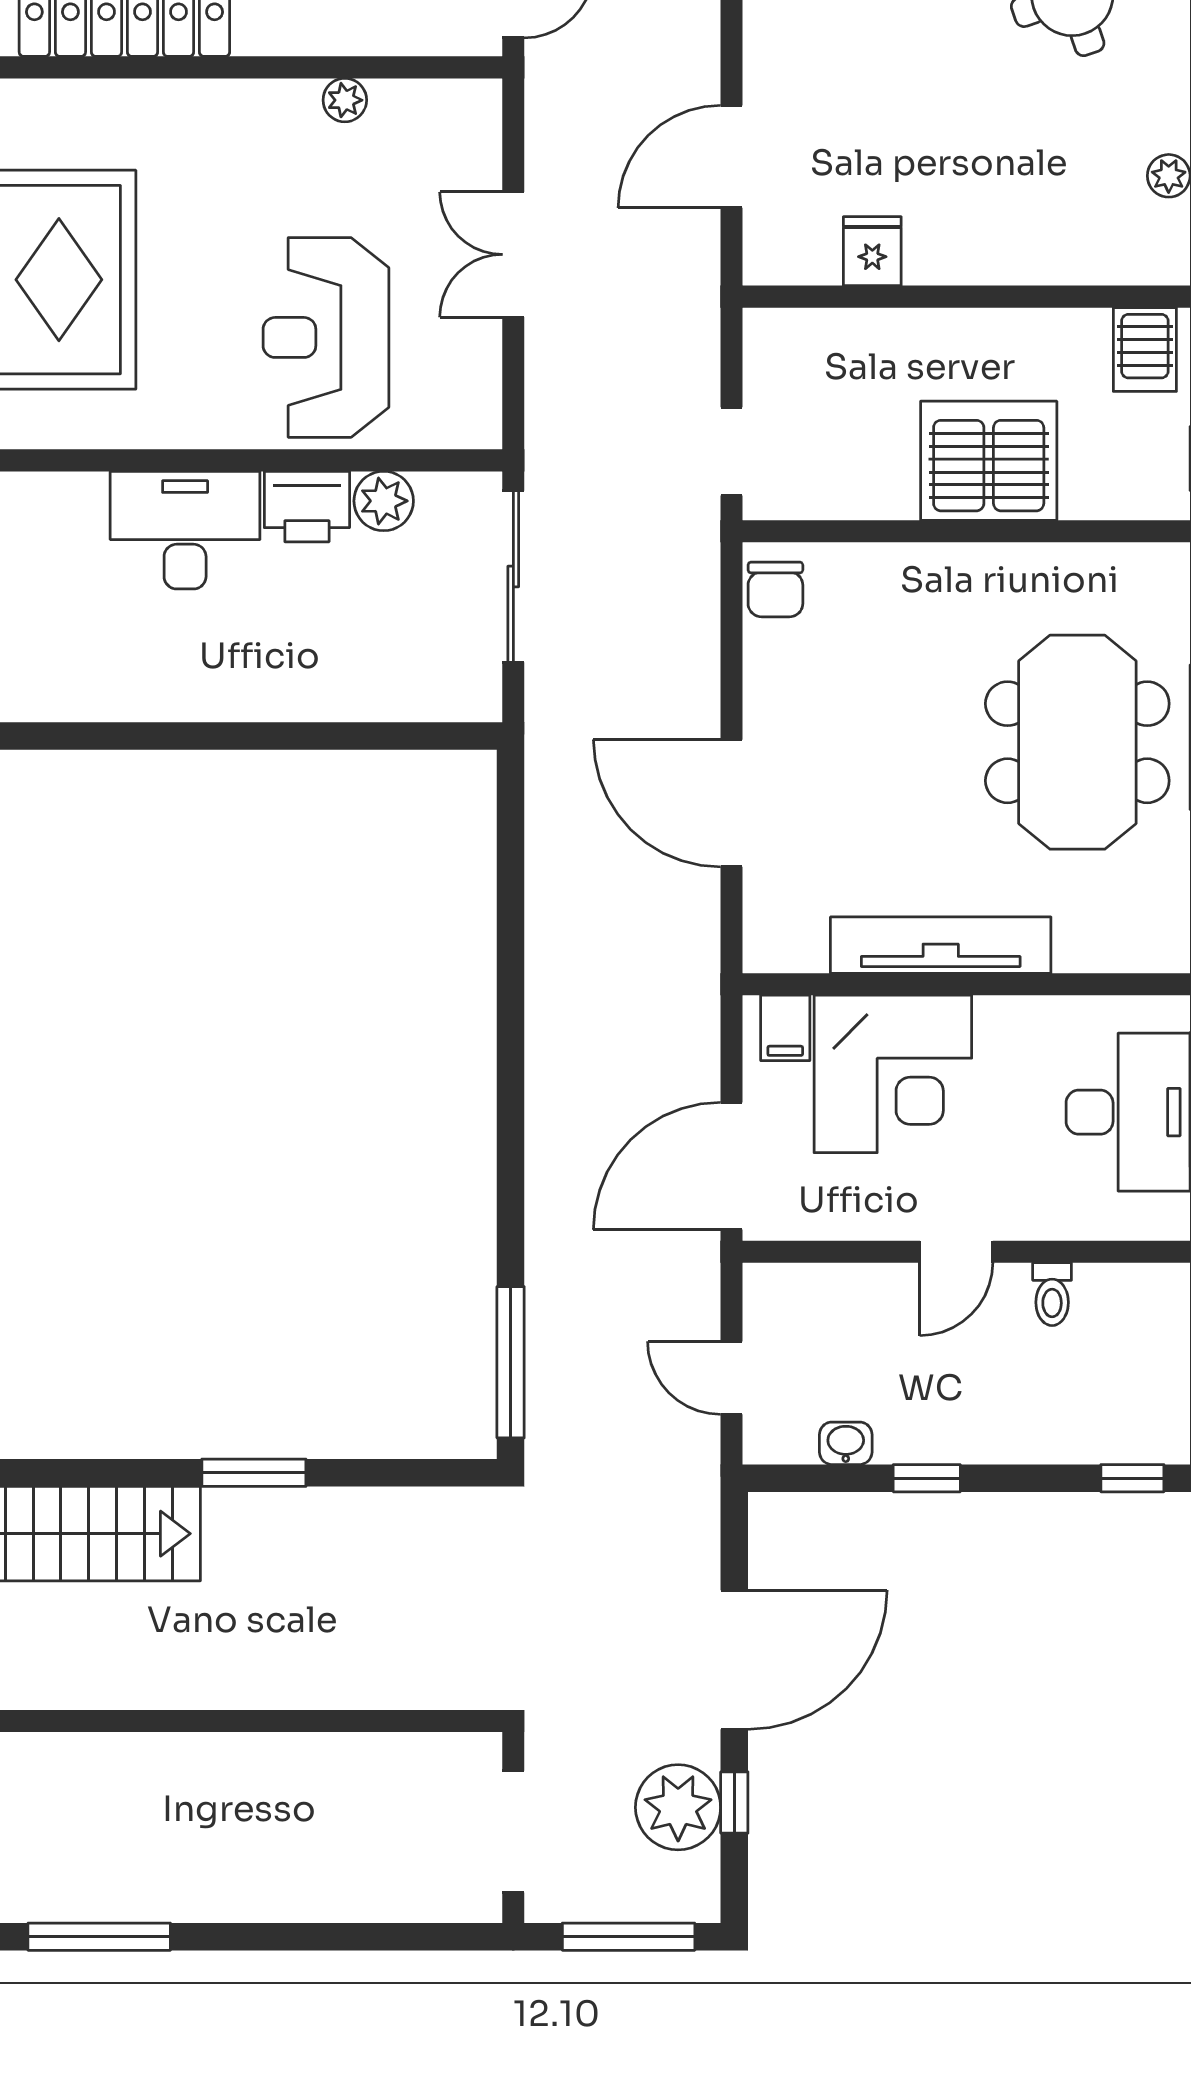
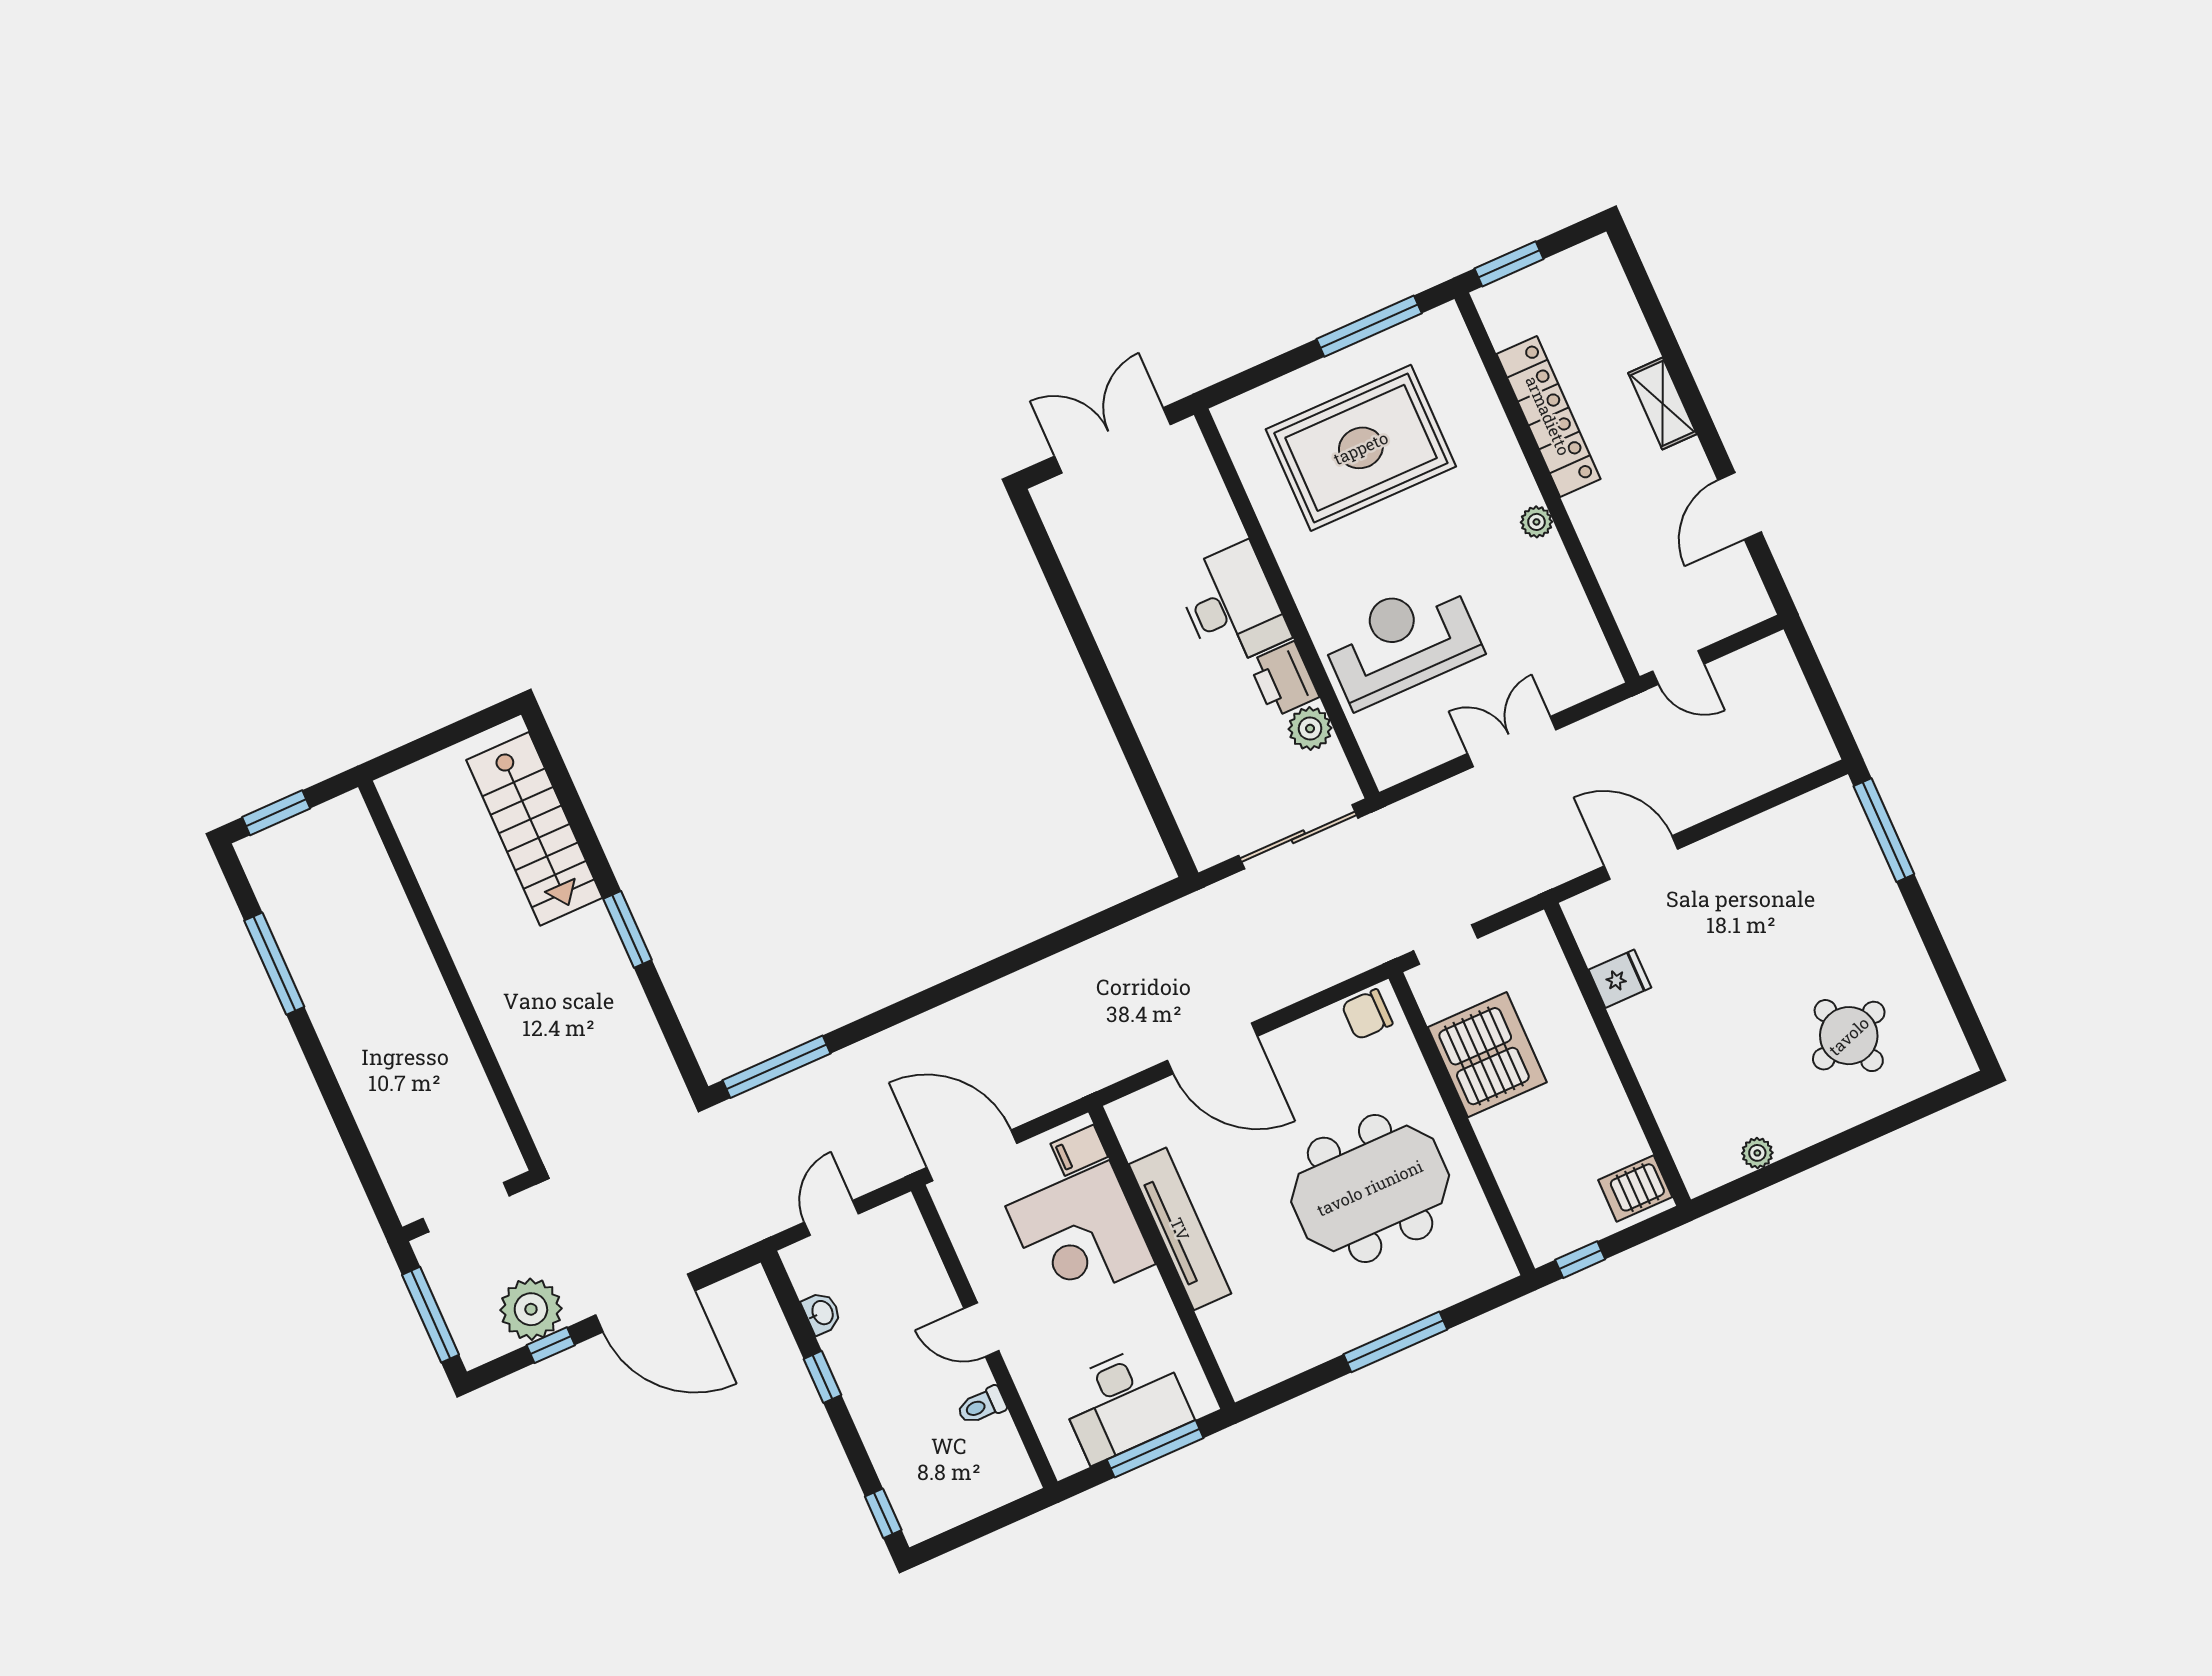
plant: (345, 100) -> (1536, 522), moved
server rack: (989, 461) -> (1487, 1055), moved
meeting table: (1077, 742) -> (1370, 1188), moved
door: (732, 803) -> (1212, 1048), swing flipped

